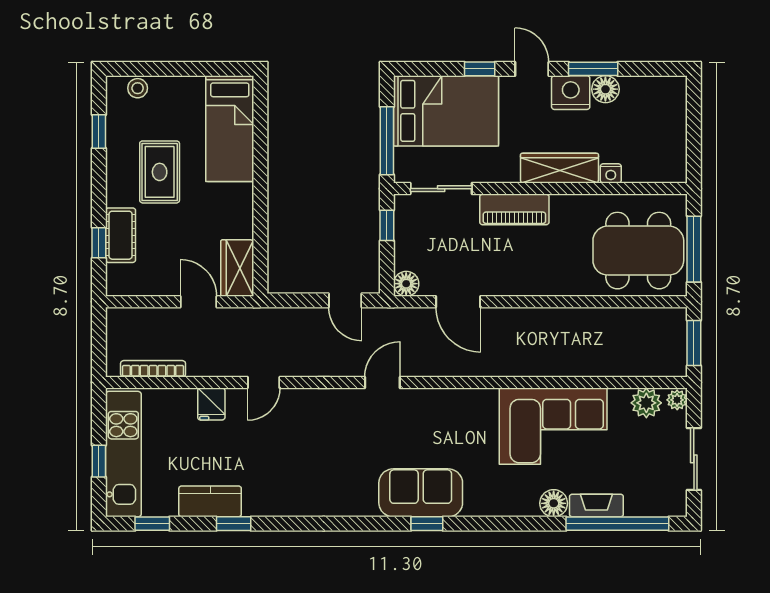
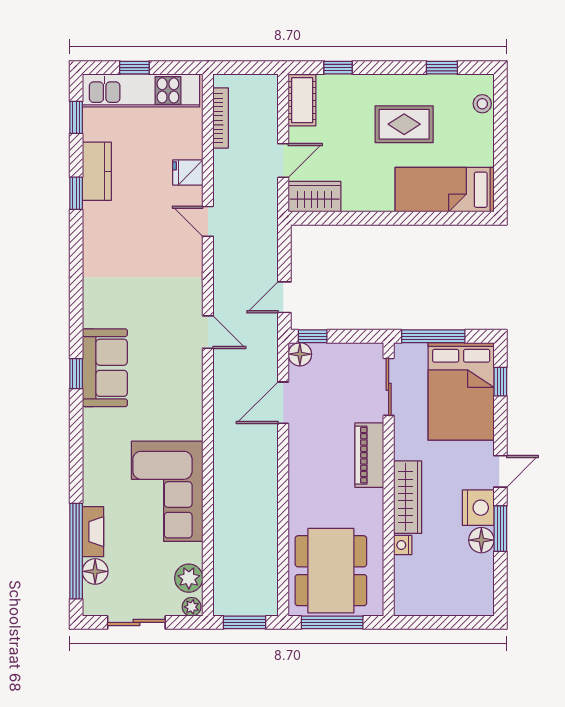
window: (480, 69) -> (500, 382), moved
window: (387, 225) -> (313, 336), moved
cot: (121, 235) -> (302, 100), moved, turned 90
floor lamp: (554, 503) -> (95, 571), moved

